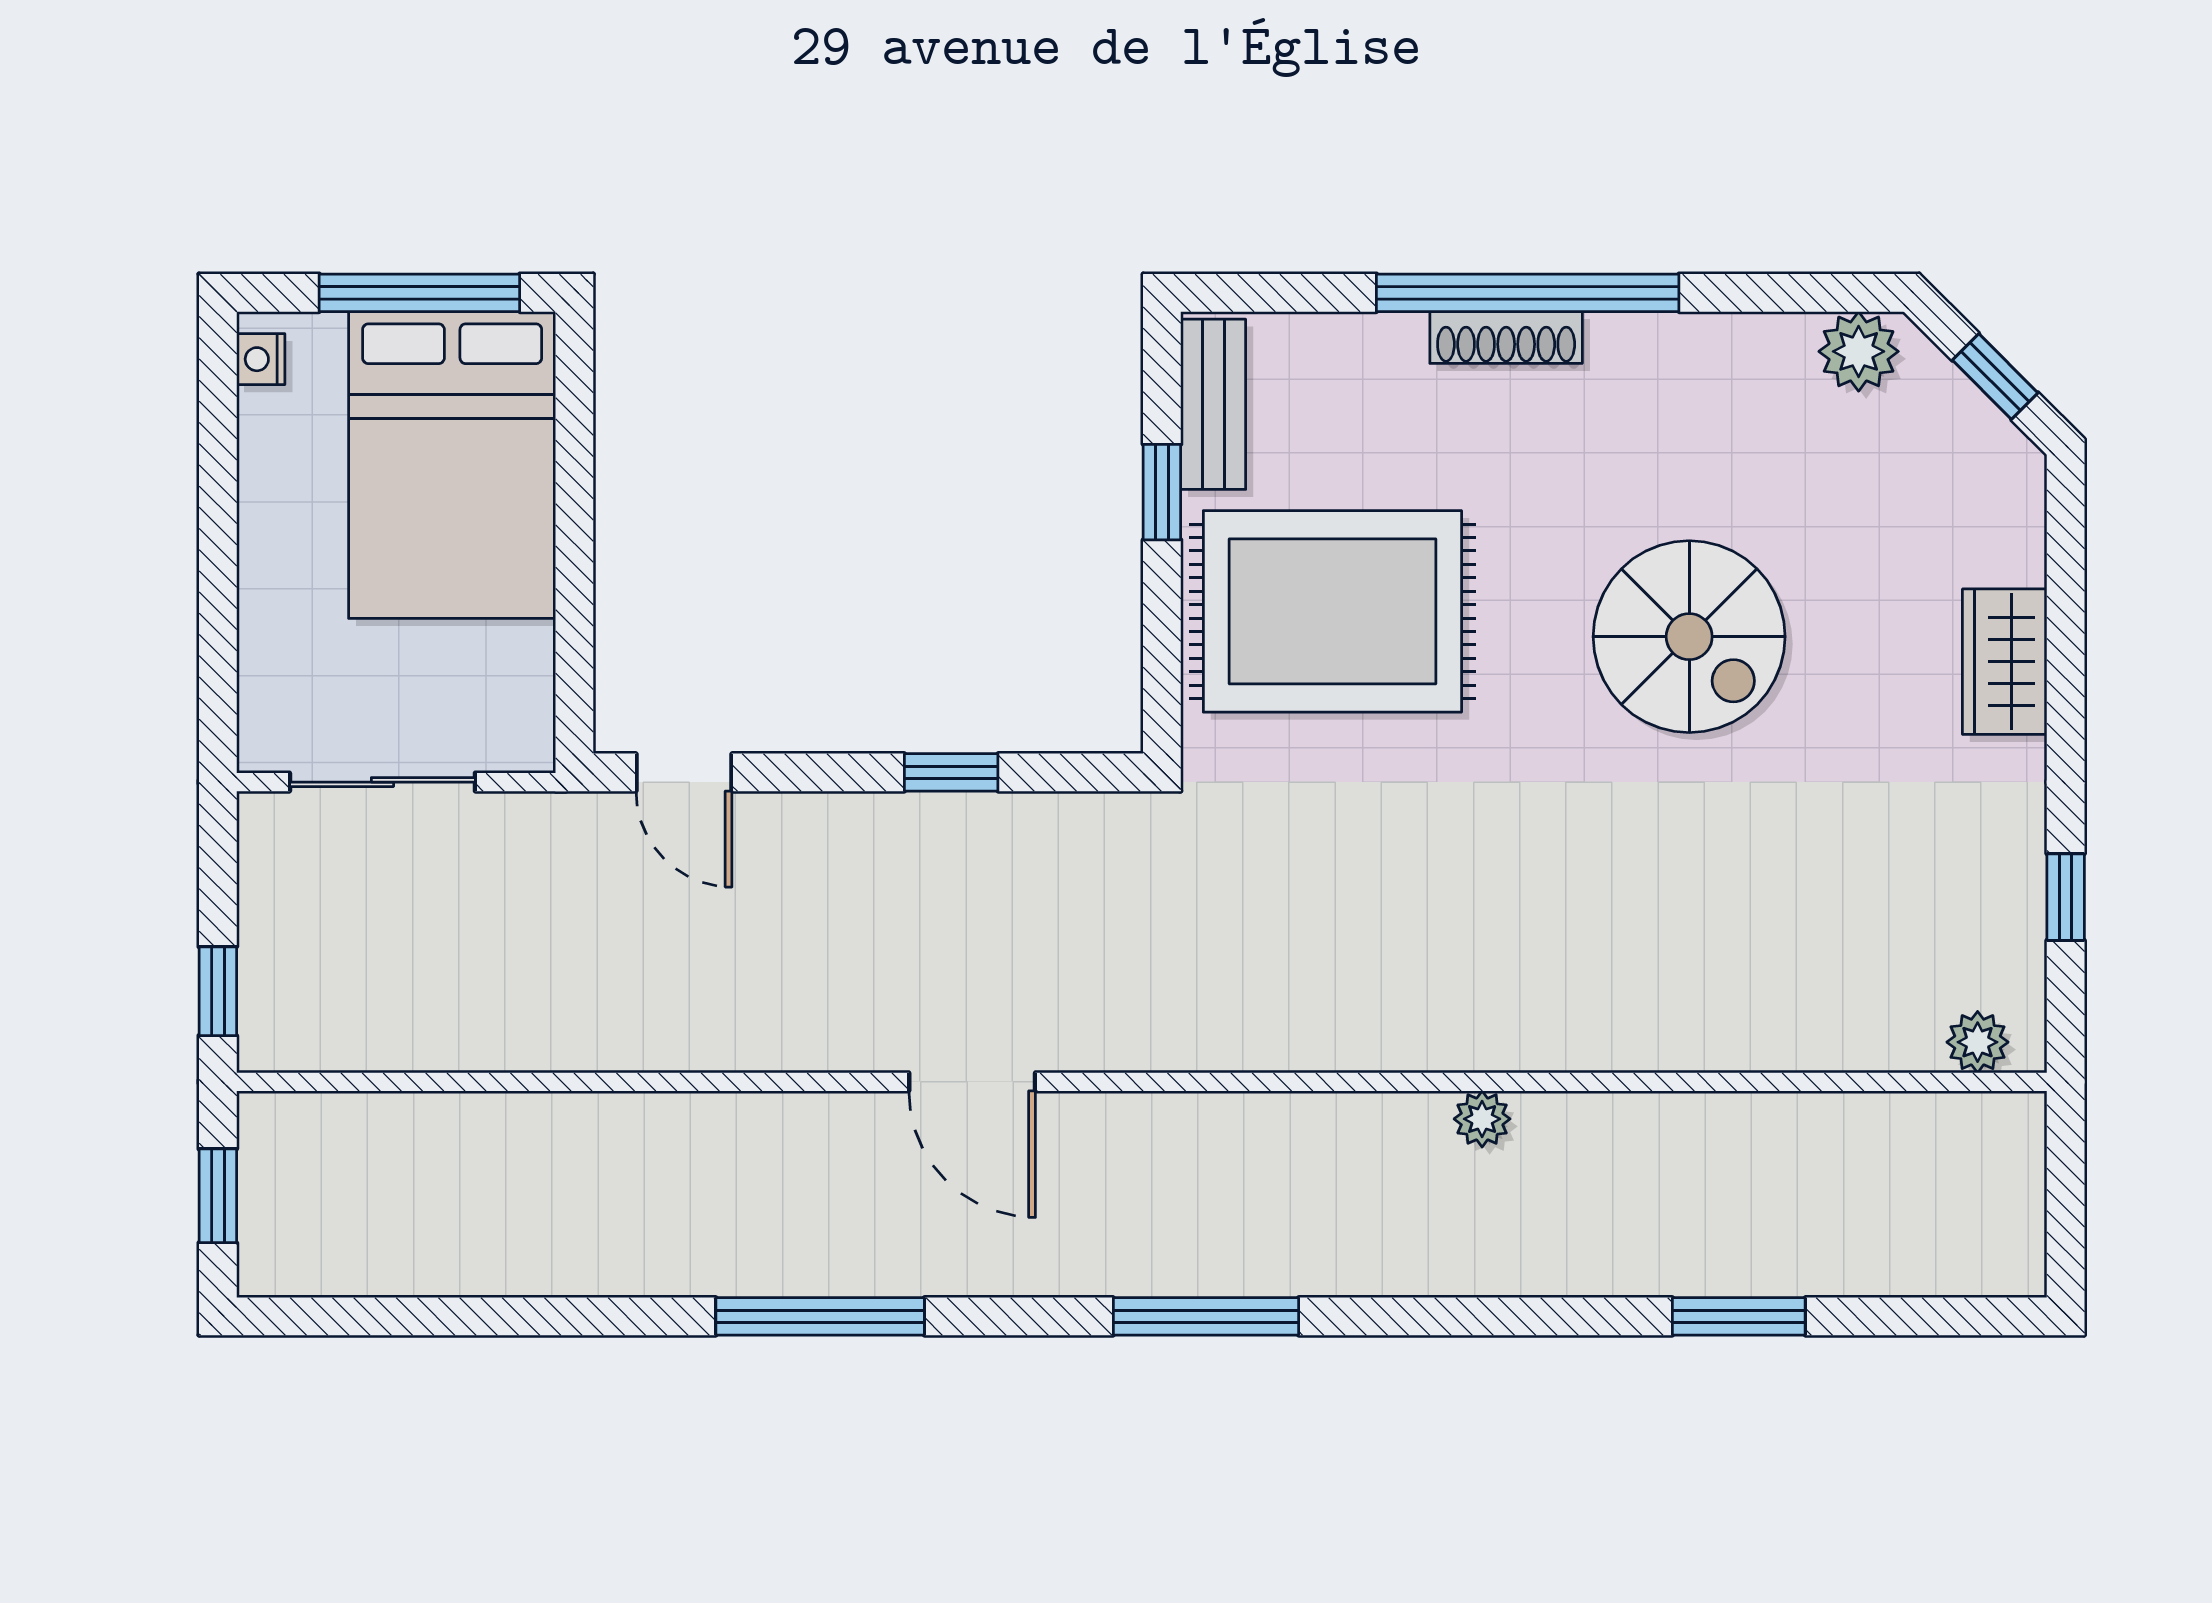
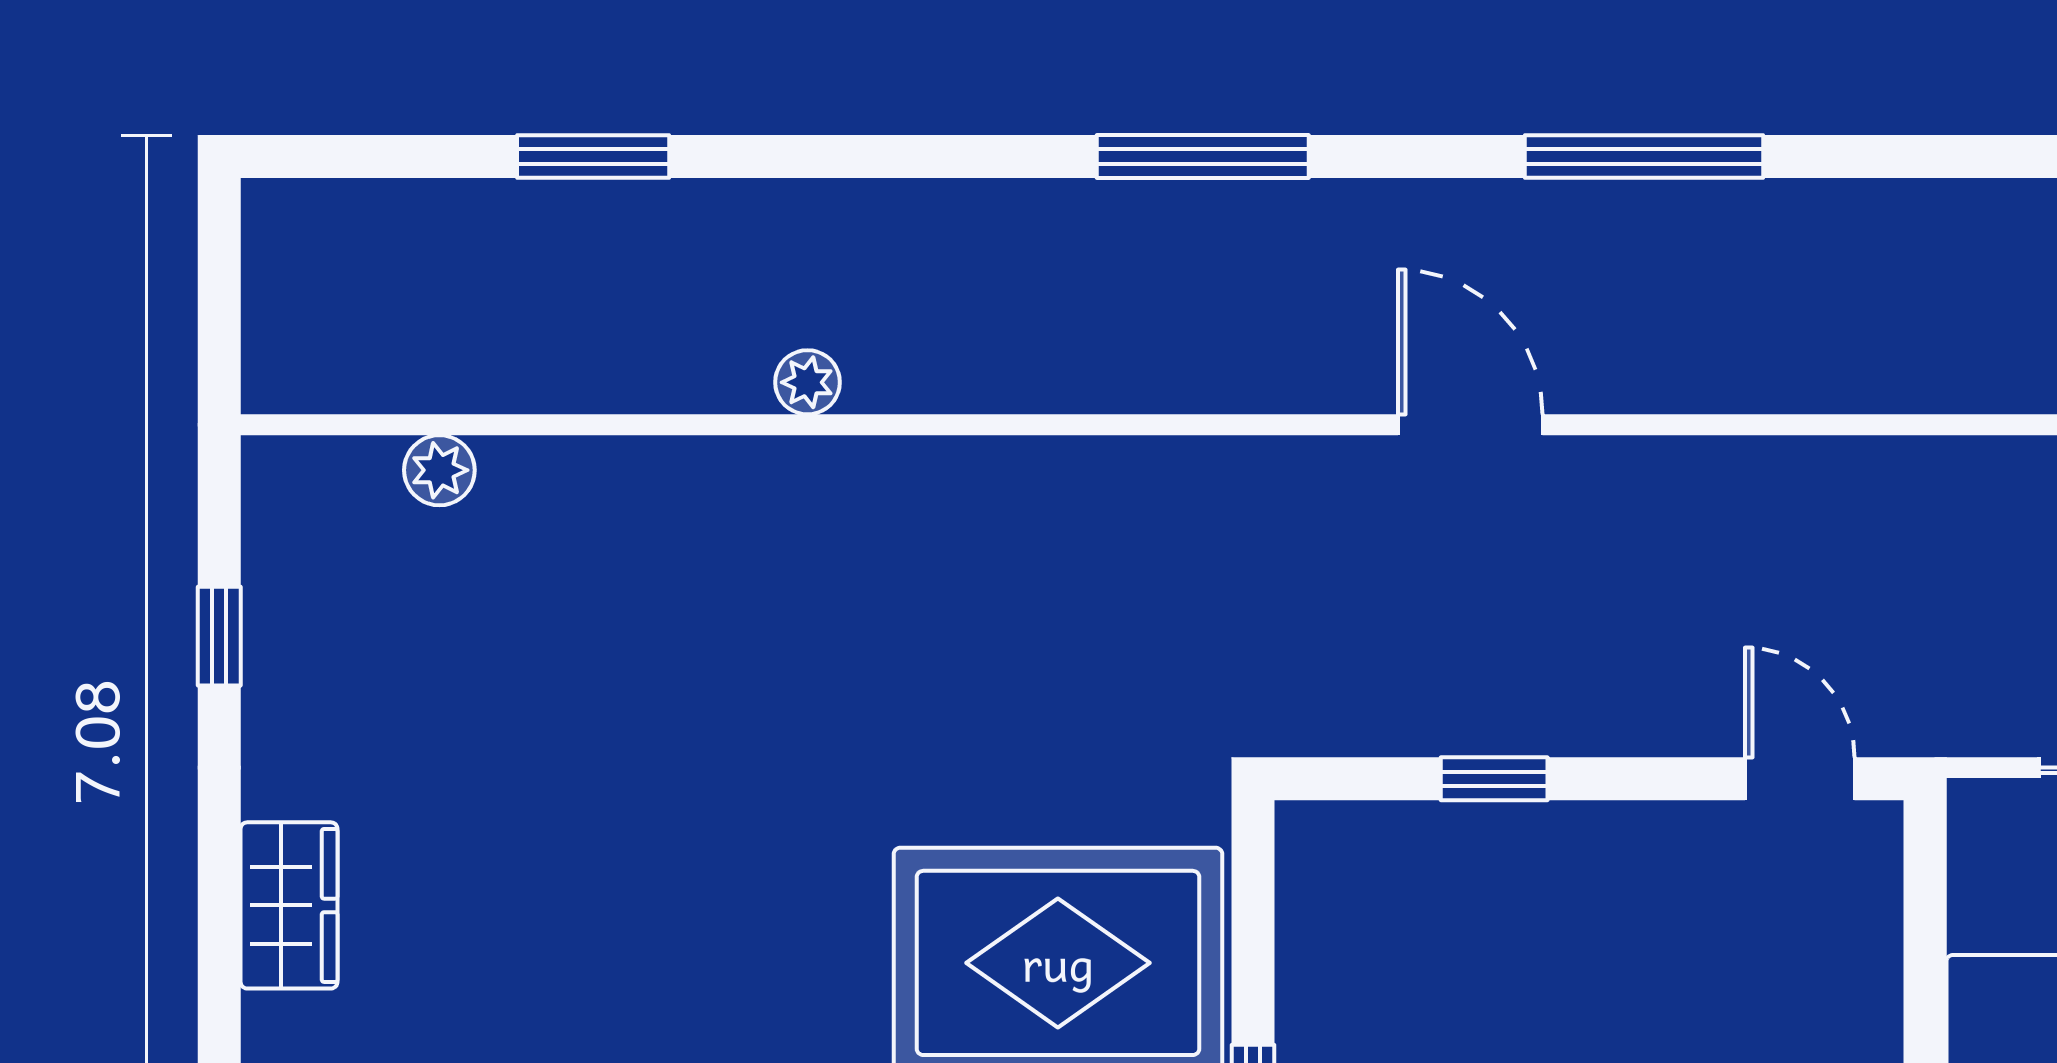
spiral stairs: (1689, 637) -> (650, 934), removed
plant: (1978, 1042) -> (439, 470), moved
plant: (1482, 1119) -> (807, 382), moved

